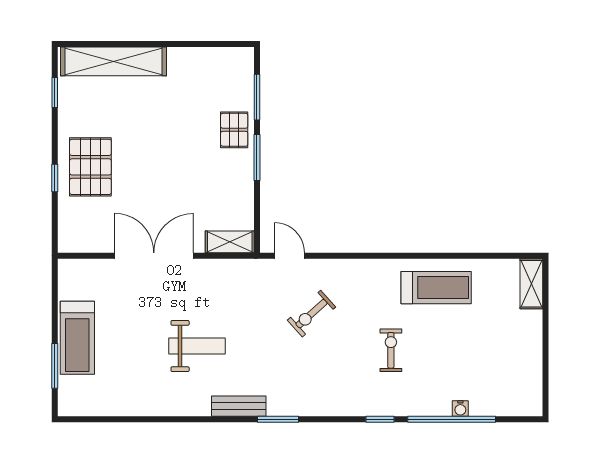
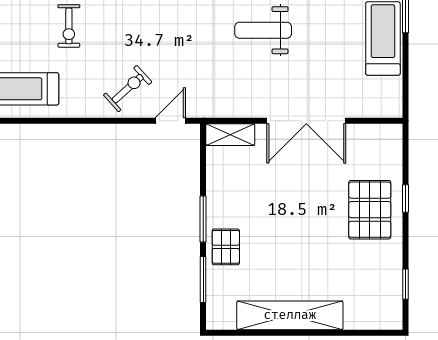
shelving: (114, 61) -> (290, 315), moved
door: (290, 256) -> (170, 121), swing flipped
exercise bike: (312, 314) -> (128, 89), moved

